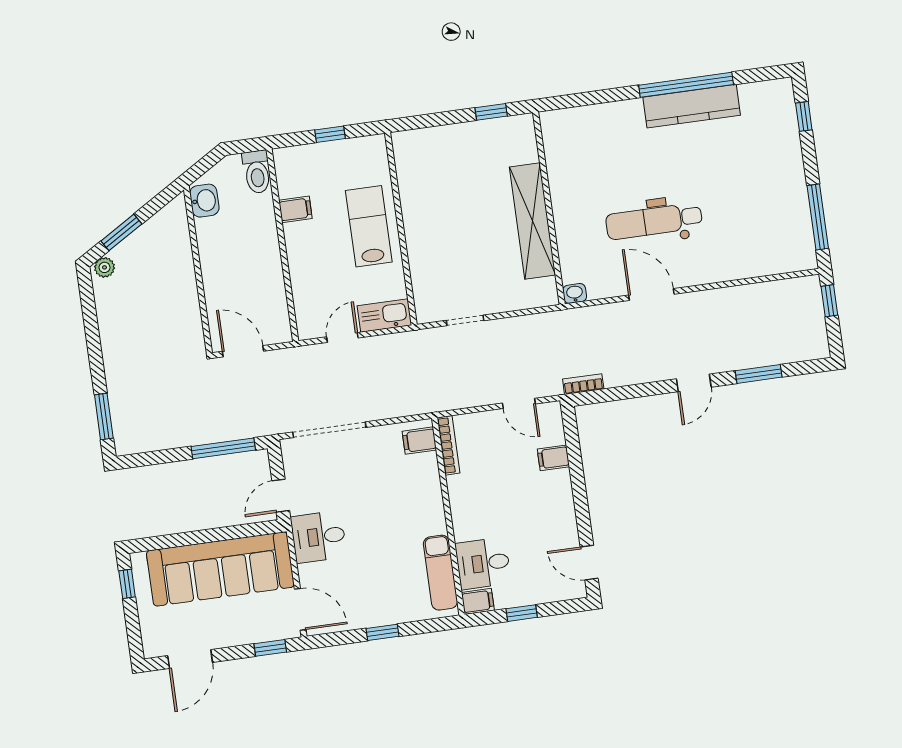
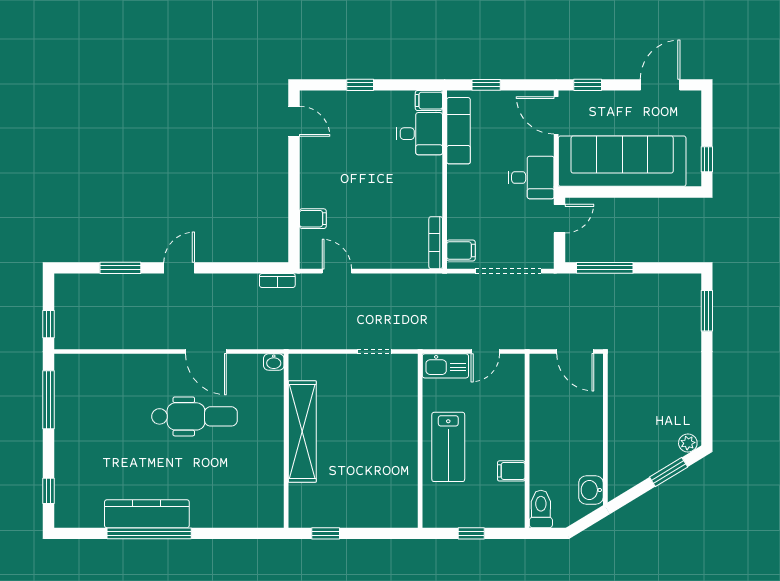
filing cabinet: (419, 441) -> (461, 251), moved
bookcase: (448, 445) -> (436, 243), moved
wall: (448, 516) -> (445, 180), moved
desk: (483, 563) -> (420, 134), moved
exam couch: (440, 573) -> (459, 131), moved
filing cabinet: (478, 601) -> (429, 101), moved

